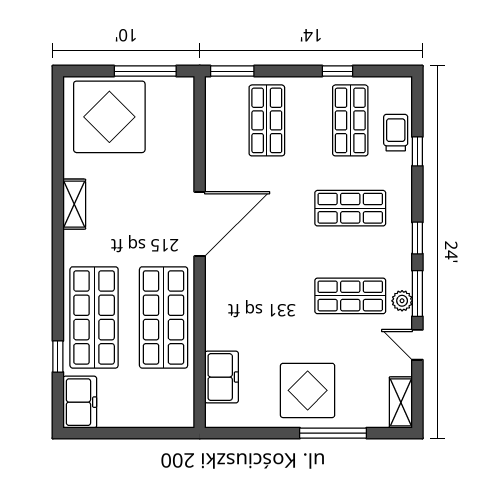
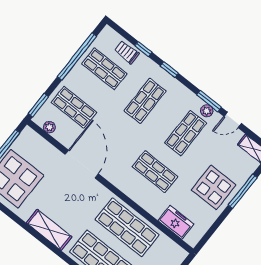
window: (337, 71) -> (77, 56), width x3.17
plant: (215, 109) -> (49, 127), added
shelving: (74, 204) -> (49, 230), width x1.50, depth x1.33
door: (200, 224) -> (82, 164), moved
window: (417, 238) -> (169, 70), moved
shop shelf: (267, 296) -> (155, 172), added

